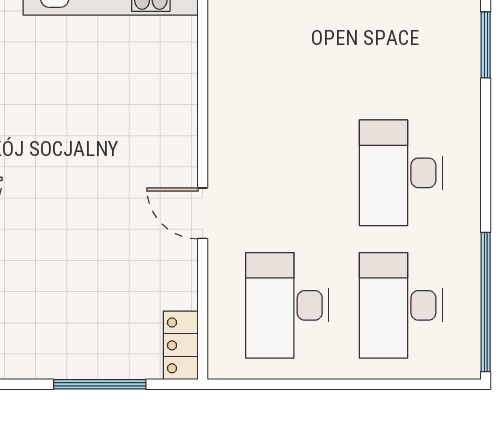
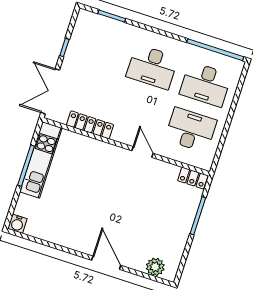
locker: (225, 75) -> (90, 125), added
door: (203, 213) -> (143, 152), swing flipped
desk: (287, 305) -> (191, 130), turned 180

